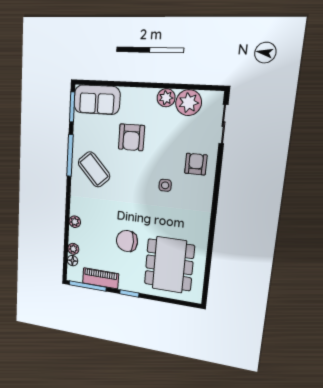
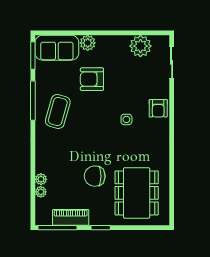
plant: (166, 98) -> (88, 43), moved
armchair: (131, 137) -> (92, 79), turned 90
armchair: (196, 164) -> (158, 108), moved, turned 180
coffee table: (94, 169) -> (58, 111), turned 59
plant: (75, 222) -> (41, 179), moved
floor lamp: (73, 261) -> (41, 204), removed

